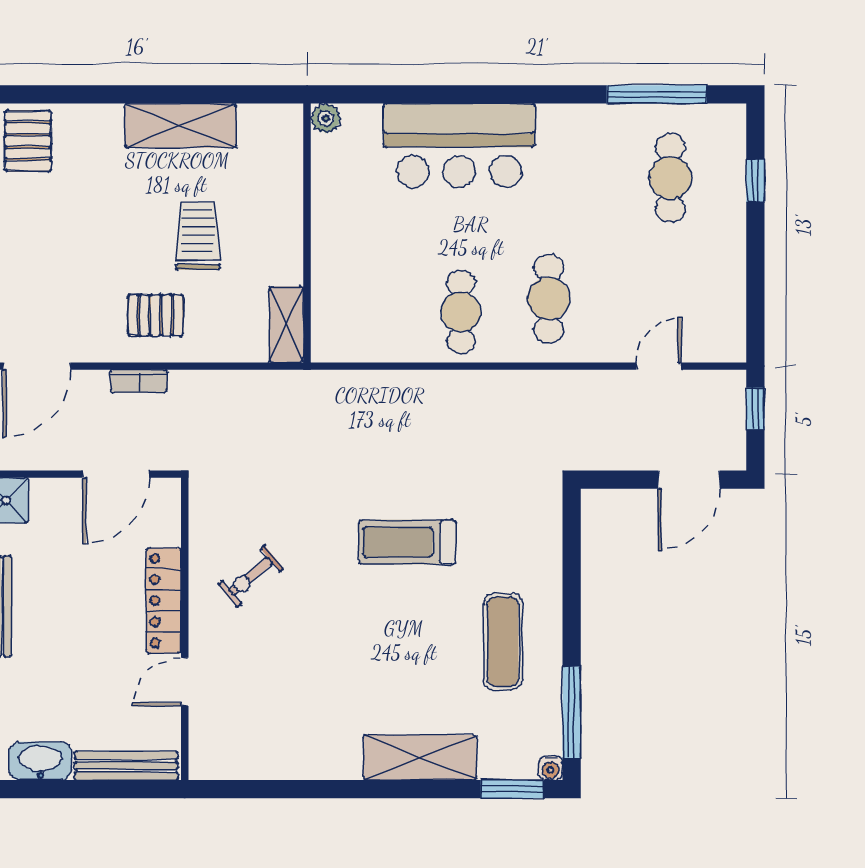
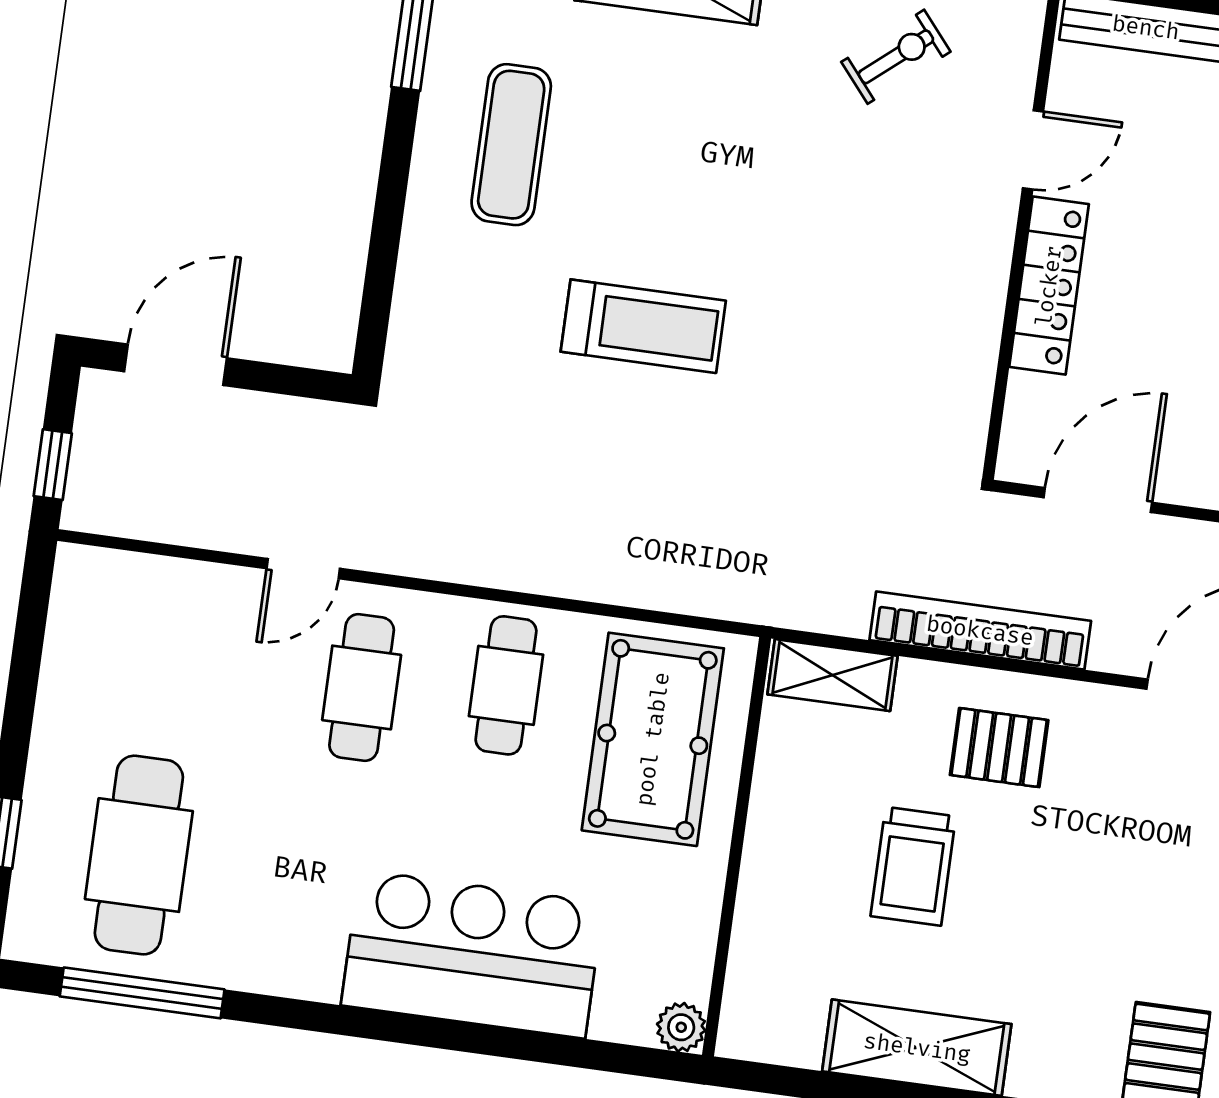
cafe table: (670, 178) -> (139, 855), width x1.37, depth x1.35
pool table: (367, 291) -> (653, 739), added
shelving: (286, 324) -> (833, 675), moved, turned 90
door: (659, 366) -> (303, 569), moved
bookcase: (139, 381) -> (980, 631), width x2.31, depth x1.31
exercise bike: (251, 576) -> (896, 57), moved

